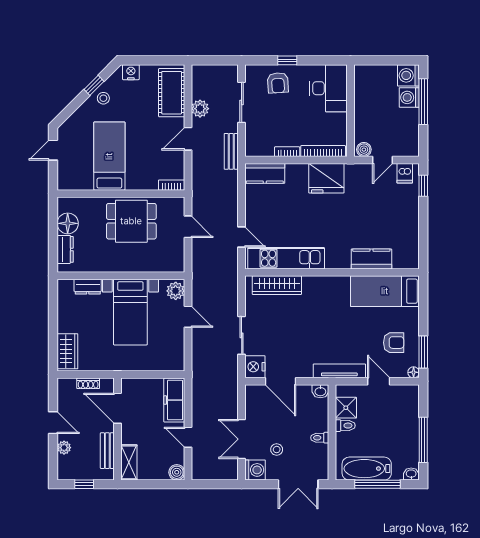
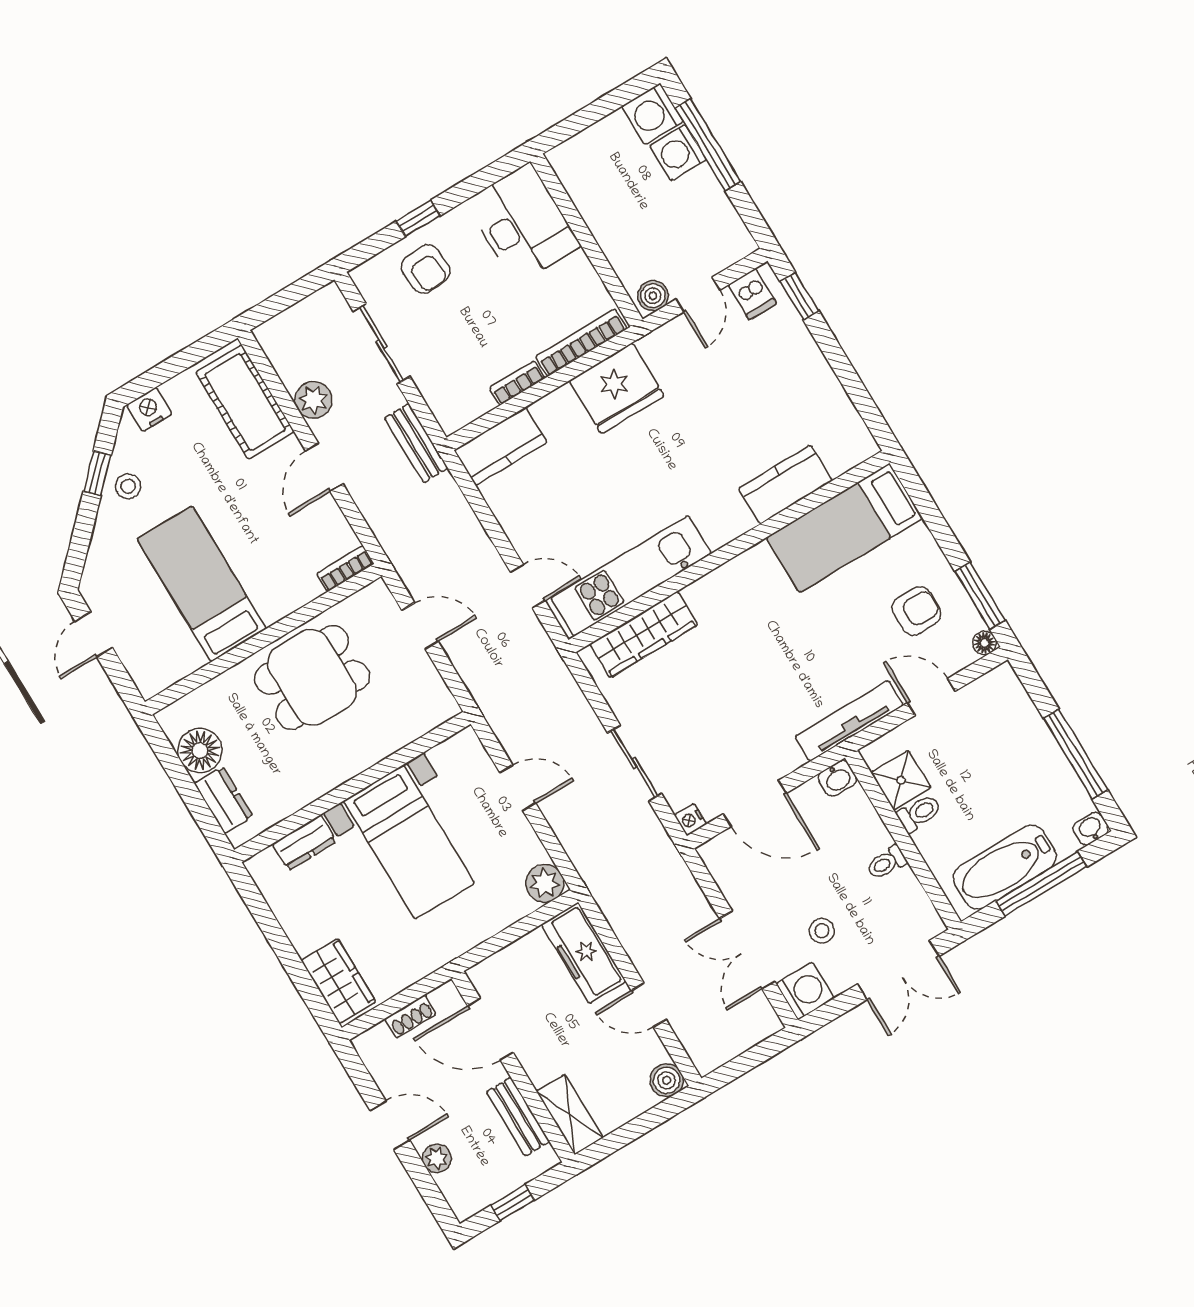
plant: (176, 291) -> (545, 883), moved
nightstand: (255, 367) -> (690, 820), width x0.53, depth x0.56

